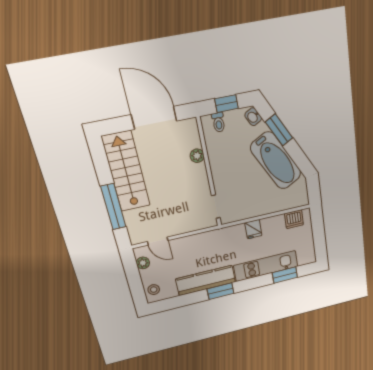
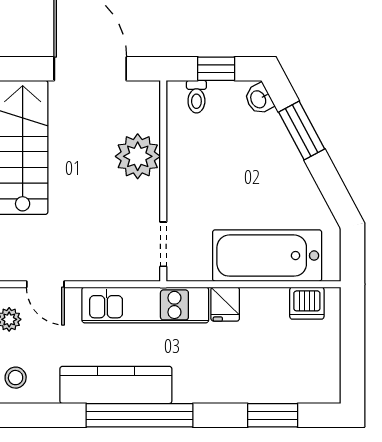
plant: (197, 156) -> (138, 156), width x1.87, depth x1.87
bathtub: (276, 161) -> (267, 256), moved, turned 118
kitchen unit: (266, 266) -> (145, 305), moved, turned 180
window: (220, 291) -> (139, 415), width x2.11

